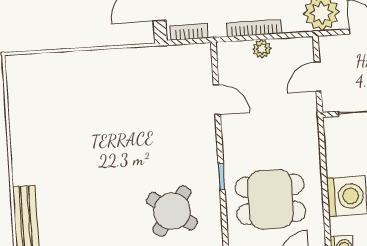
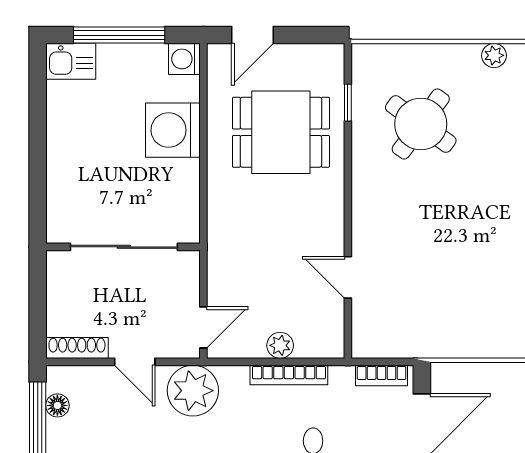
door: (318, 77) -> (203, 327), moved
window: (222, 176) -> (348, 103), moved

